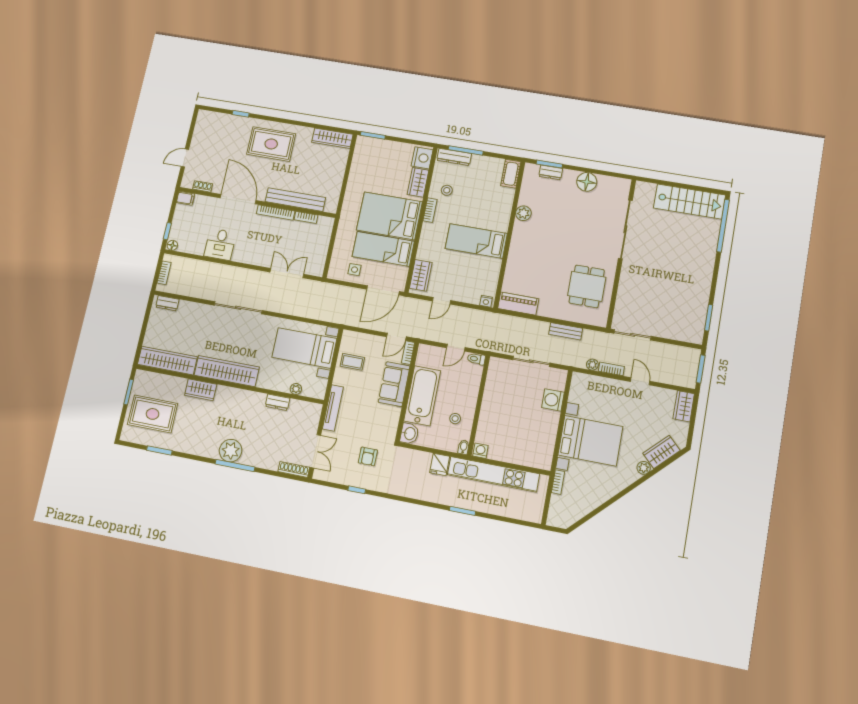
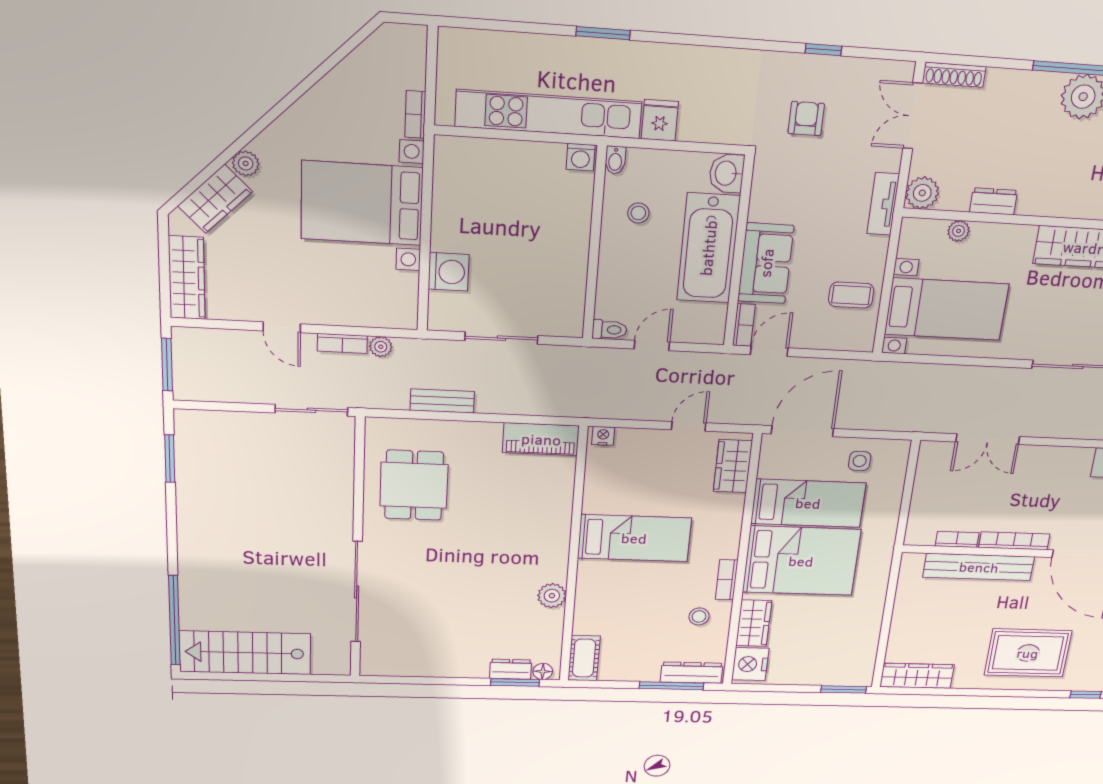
floor lamp: (587, 182) -> (543, 671), moved, width x0.53, depth x0.53
wardrobe: (684, 406) -> (187, 278), width x1.50
tv unit: (333, 408) -> (883, 204), width x0.71
plant: (313, 411) -> (922, 193), added

